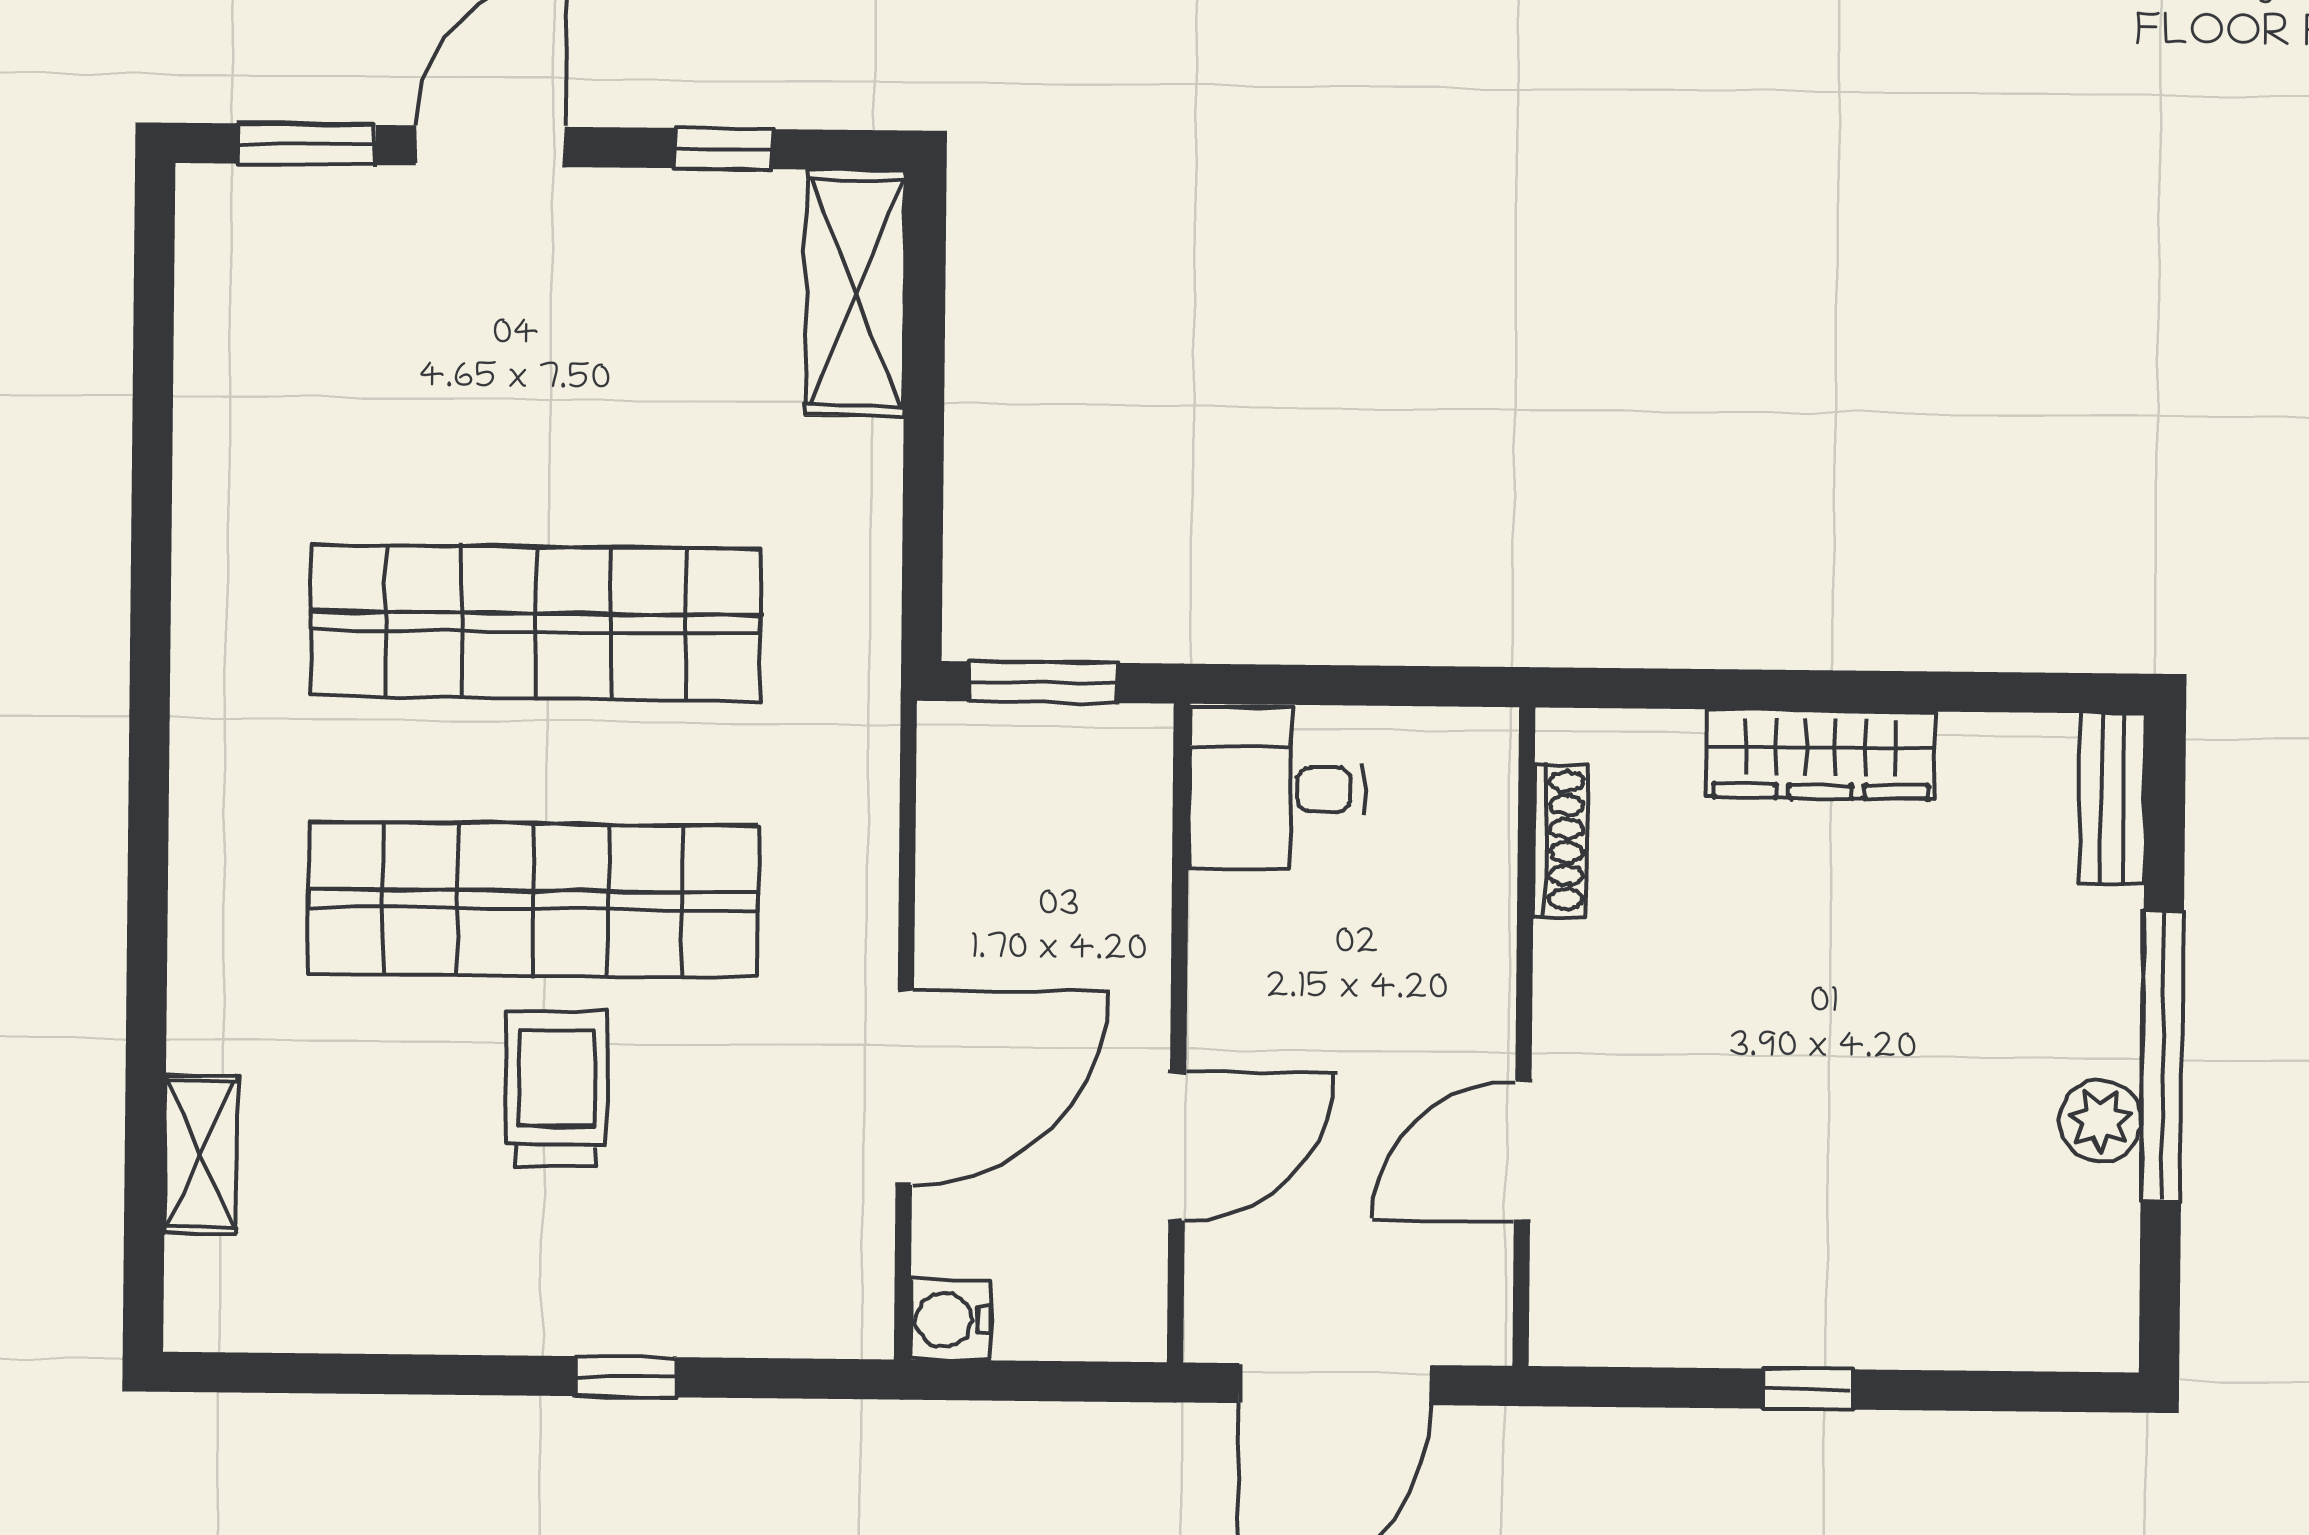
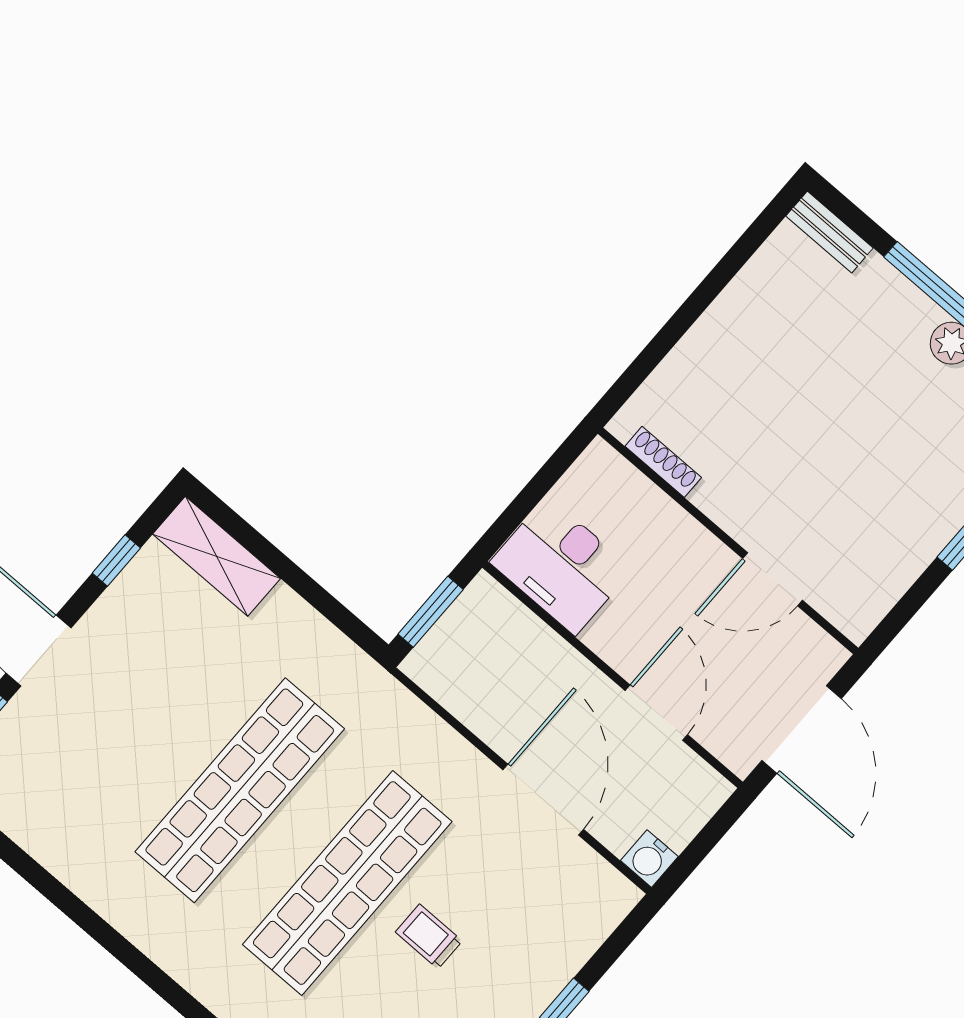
wardrobe: (1821, 754) -> (716, 331), removed
desk: (1277, 789) -> (561, 566), width x1.37
trolley: (556, 1089) -> (429, 936), width x0.73, depth x0.72
door: (1523, 1151) -> (773, 579), hinge flipped

